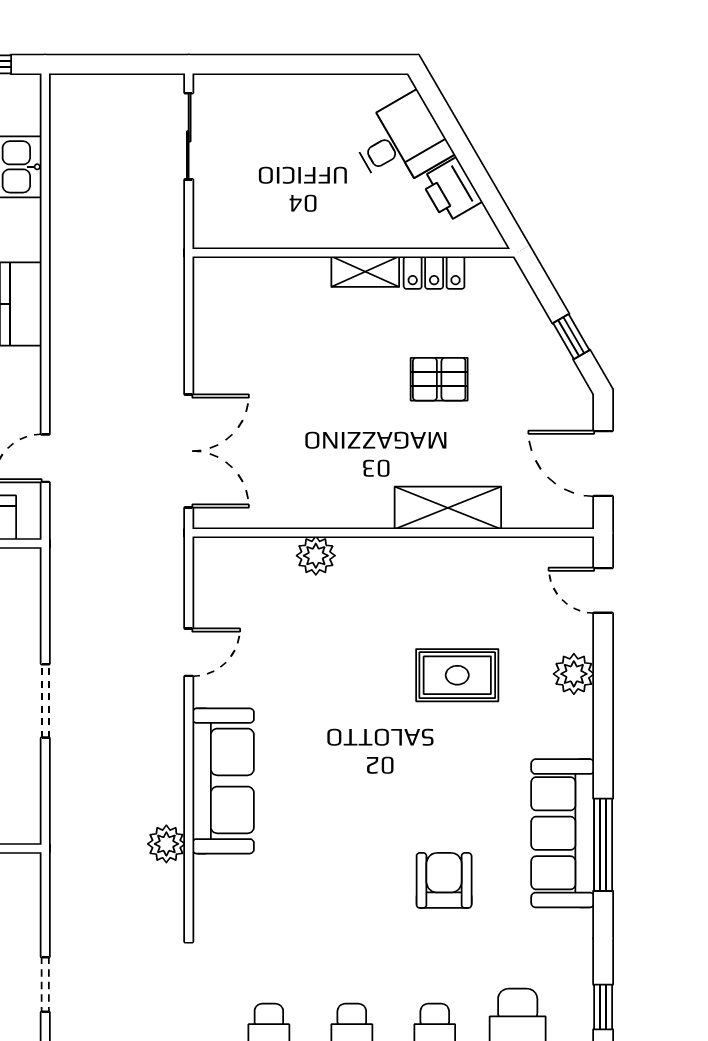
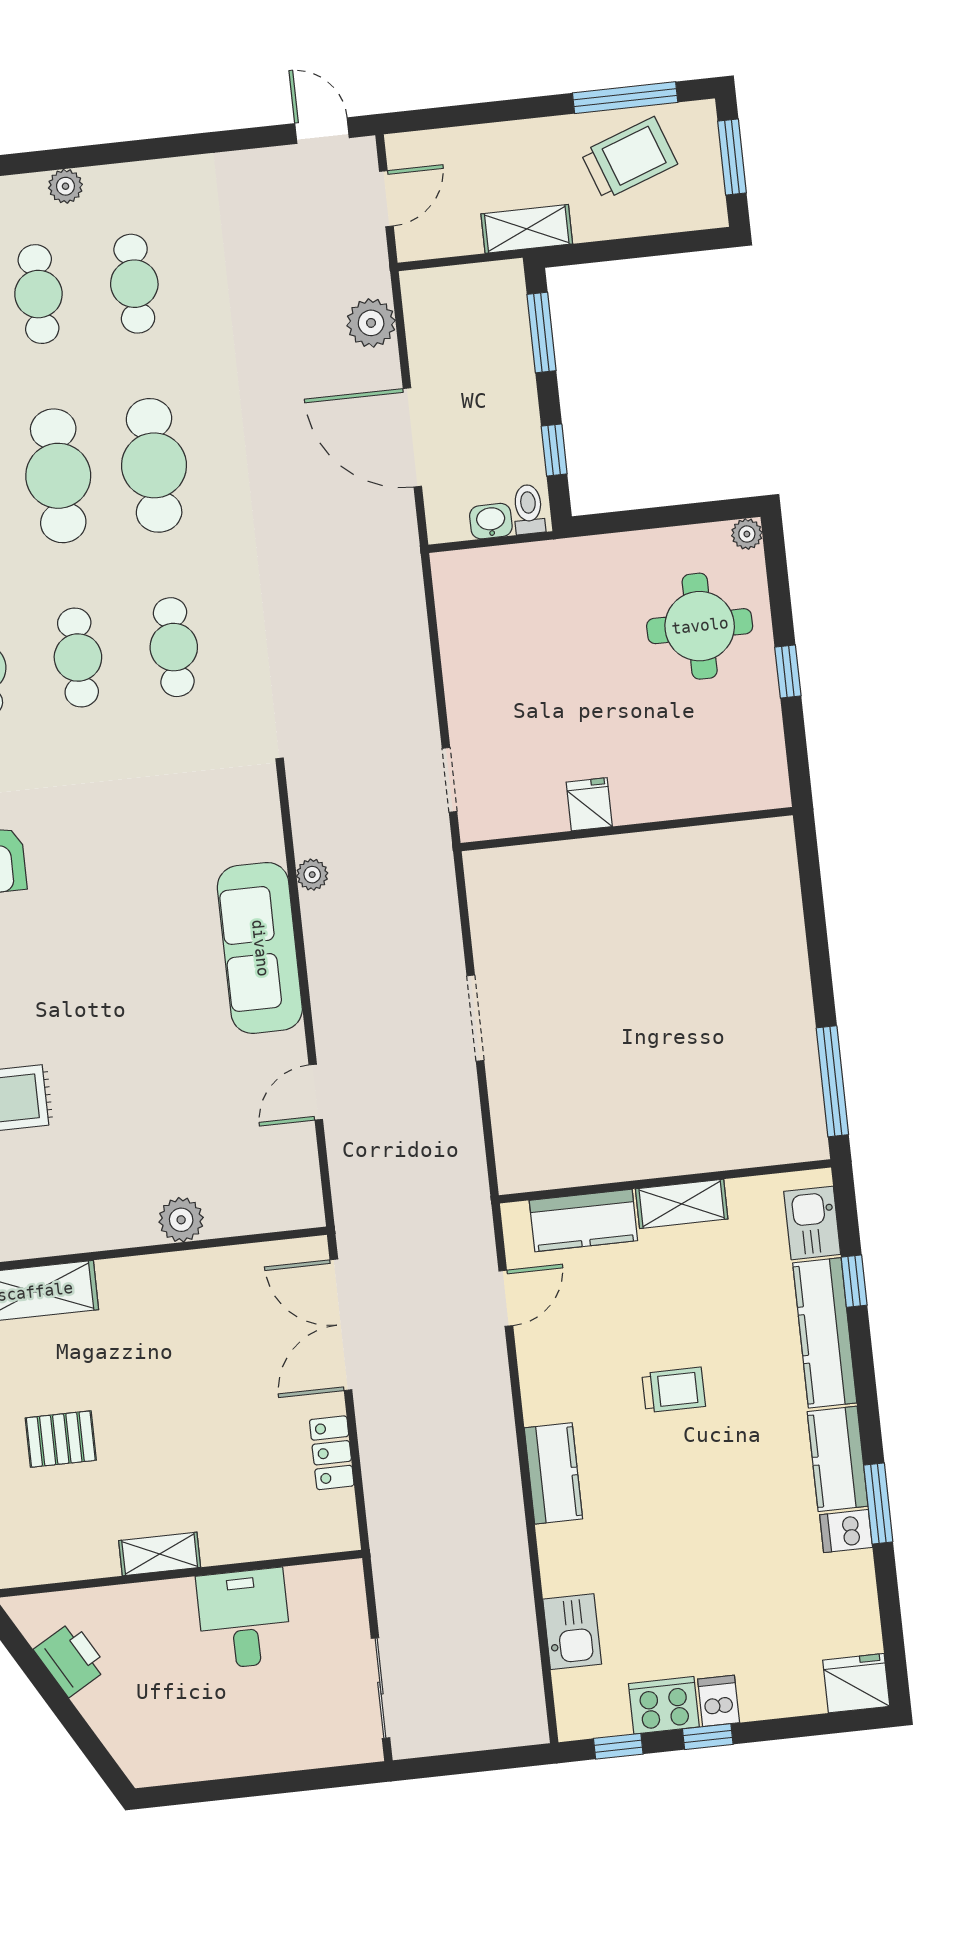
desk: (401, 142) -> (244, 1619), moved, turned 120
locker: (434, 273) -> (332, 1453), moved, turned -90
plant: (166, 844) -> (312, 875), width x0.73, depth x0.73
doorway: (45, 984) -> (450, 780), moved

